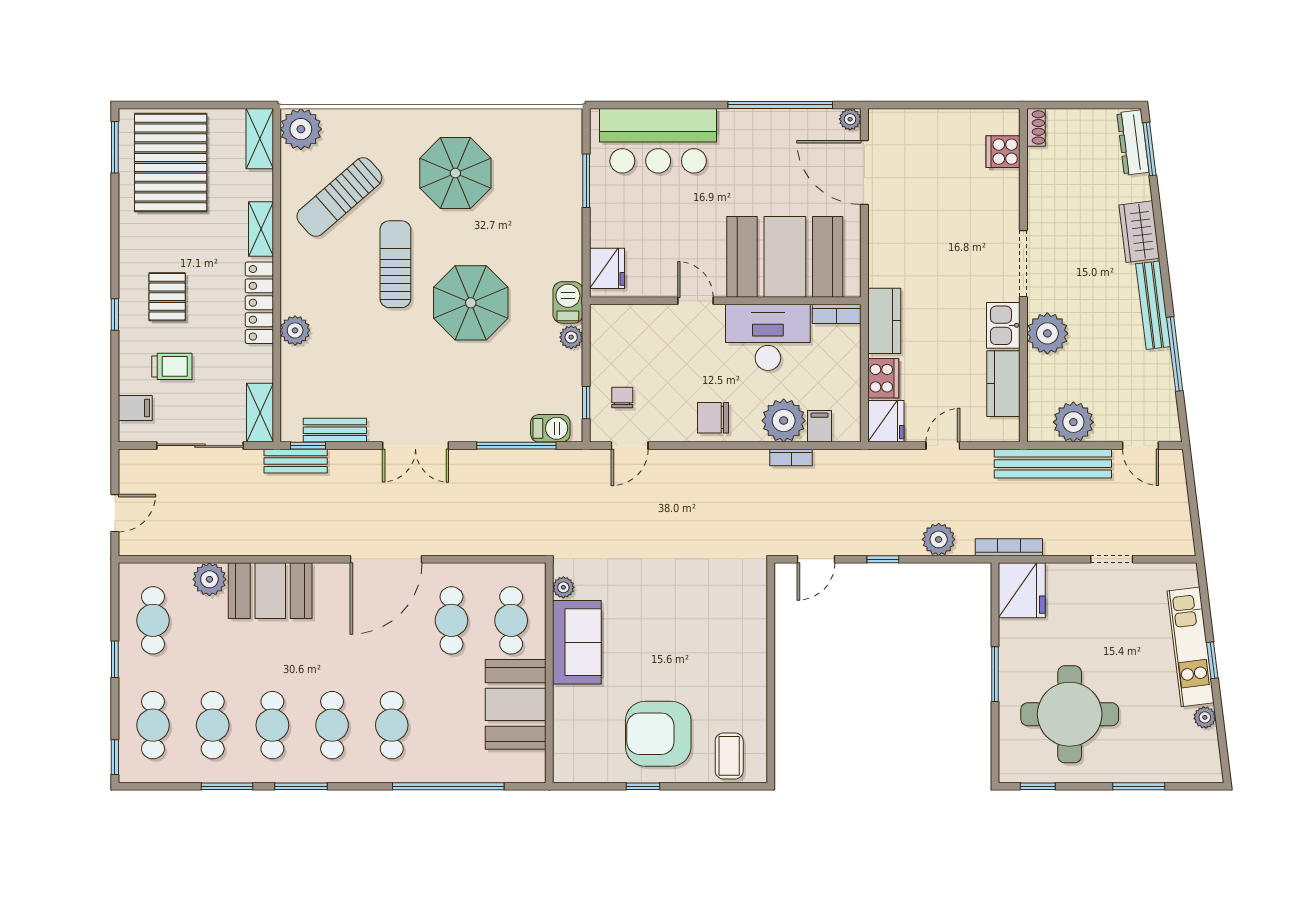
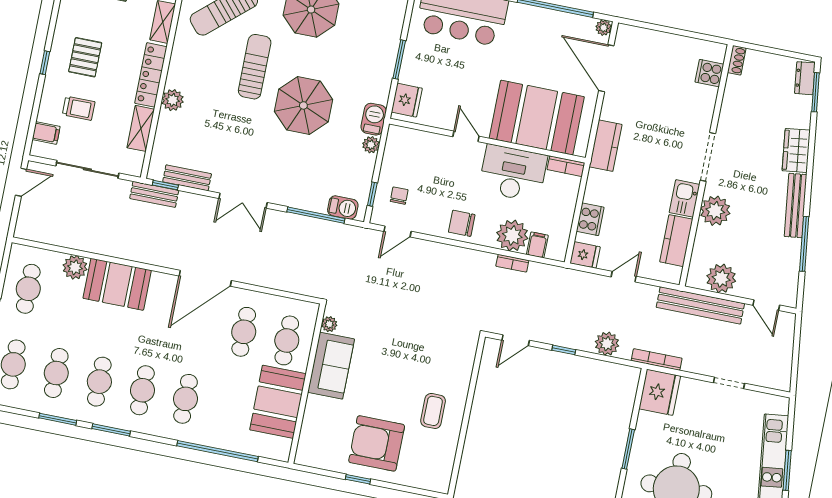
dresser: (1133, 143) -> (805, 78), width x0.70
window: (586, 181) -> (399, 60), moved
kitchen counter: (884, 321) -> (606, 146), moved
shelving: (260, 413) -> (141, 128), moved
fridge: (886, 421) -> (585, 255), width x0.72
door: (115, 513) -> (21, 182), moved
window: (1212, 660) -> (787, 470), width x1.50
coffee table: (729, 756) -> (433, 411), moved

